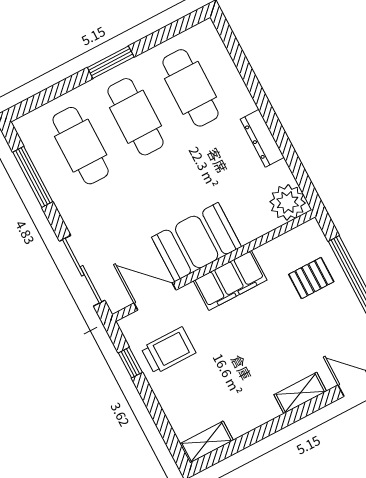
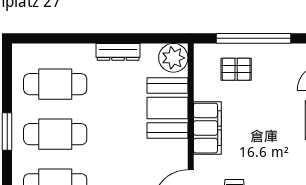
booth: (197, 242) -> (167, 108), moved
pallet: (311, 278) -> (236, 69), turned 90

